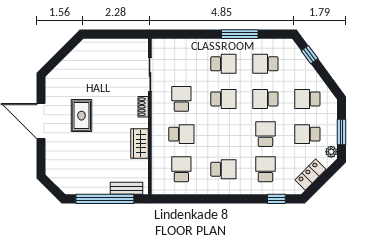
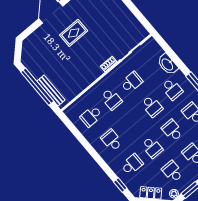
washbasin: (194, 47) -> (168, 64), added
school desk: (265, 134) -> (152, 147), turned 90
wardrobe: (140, 144) -> (86, 80), removed
school desk: (181, 169) -> (91, 116), turned 180
school desk: (223, 169) -> (112, 140), turned 180
bench: (127, 188) -> (51, 91), width x1.36

